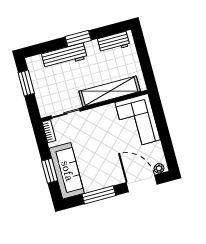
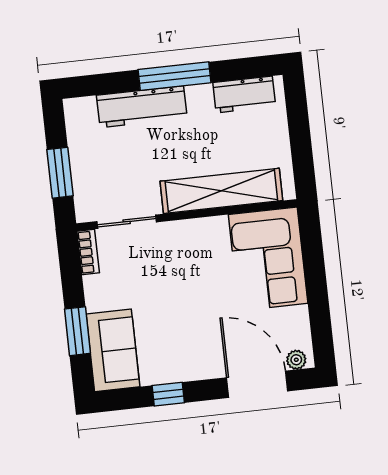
window: (78, 39) -> (175, 76), width x1.44
window: (26, 83) -> (60, 173), moved
sofa: (67, 171) -> (113, 350), width x0.73
window: (99, 195) -> (168, 394), width x0.46

